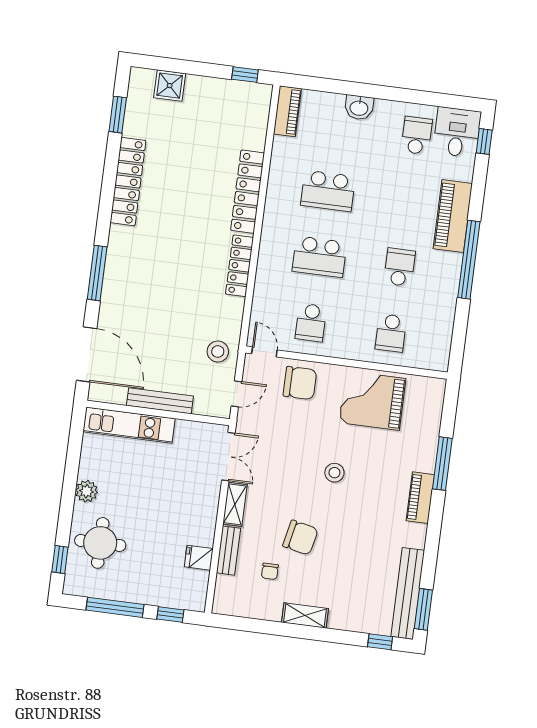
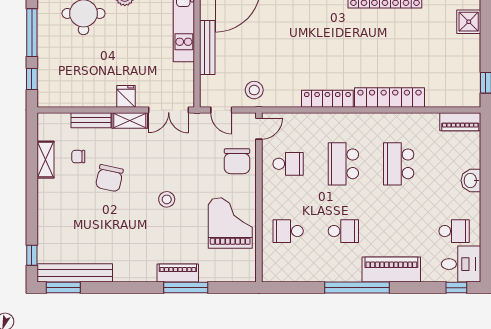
school desk: (311, 323) -> (288, 164), turned 180
piano: (420, 498) -> (178, 273), moved
fridge: (199, 558) -> (126, 96), moved
shelving: (305, 615) -> (46, 160), moved

